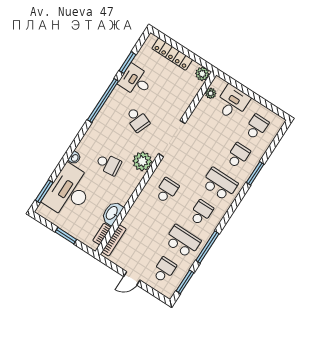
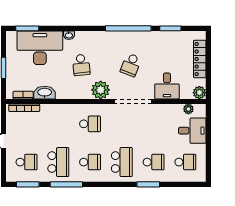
desk: (136, 81) -> (167, 86), moved, turned 180

